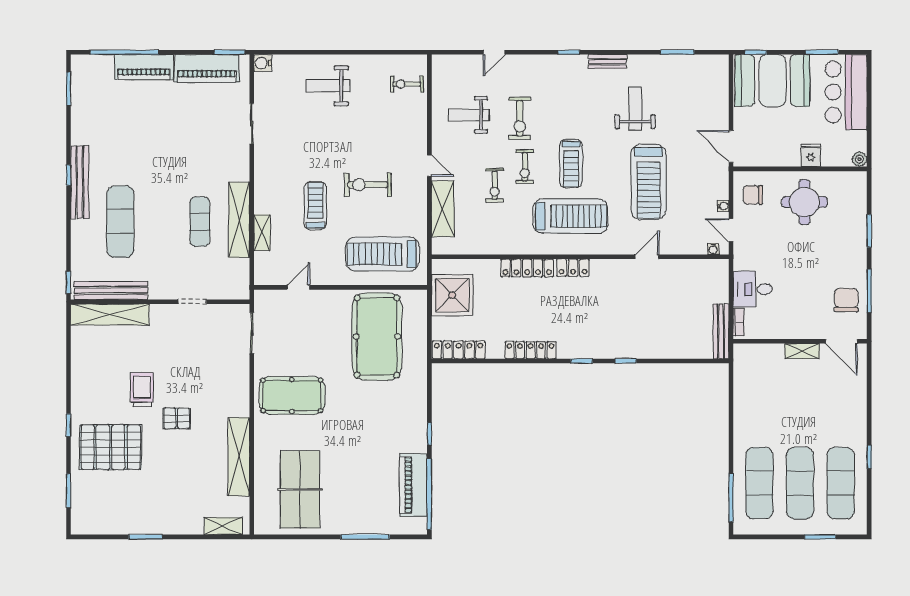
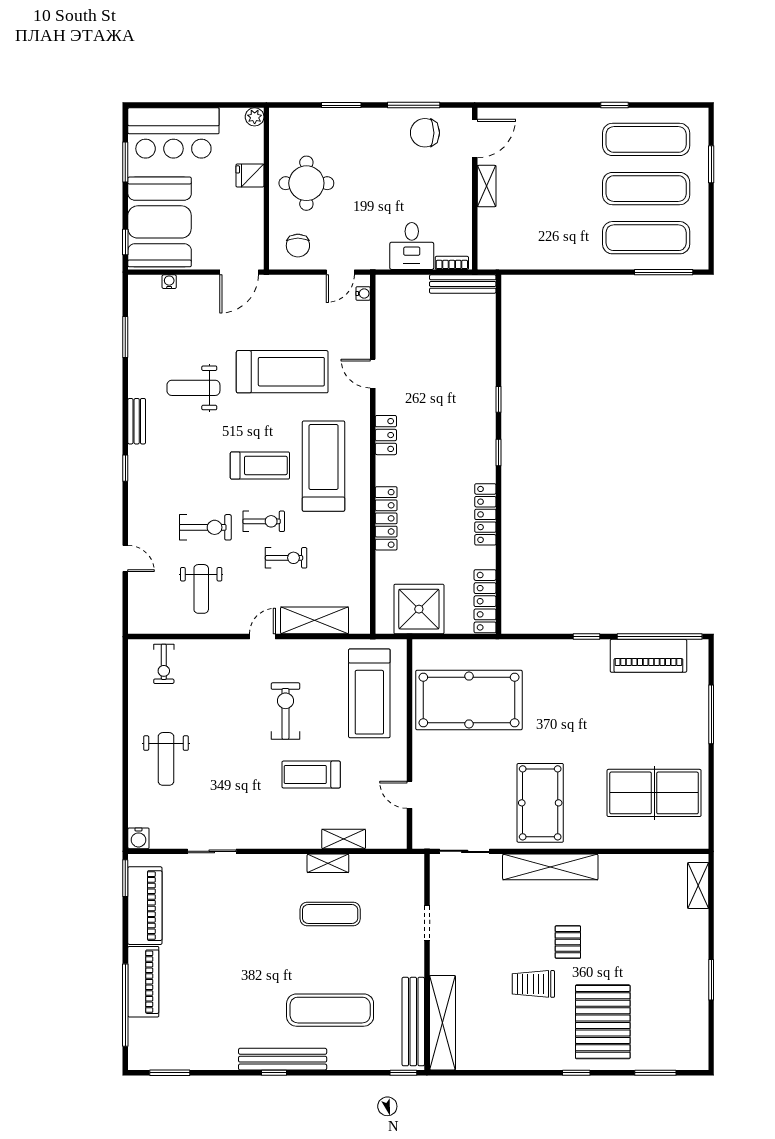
exercise bike: (368, 185) -> (285, 711), turned 180
water cooler: (723, 206) -> (169, 282), moved
shelving: (239, 220) -> (328, 863), width x0.45, depth x0.75
locker: (573, 268) -> (386, 435), moved
shelving: (239, 457) -> (550, 867), moved

